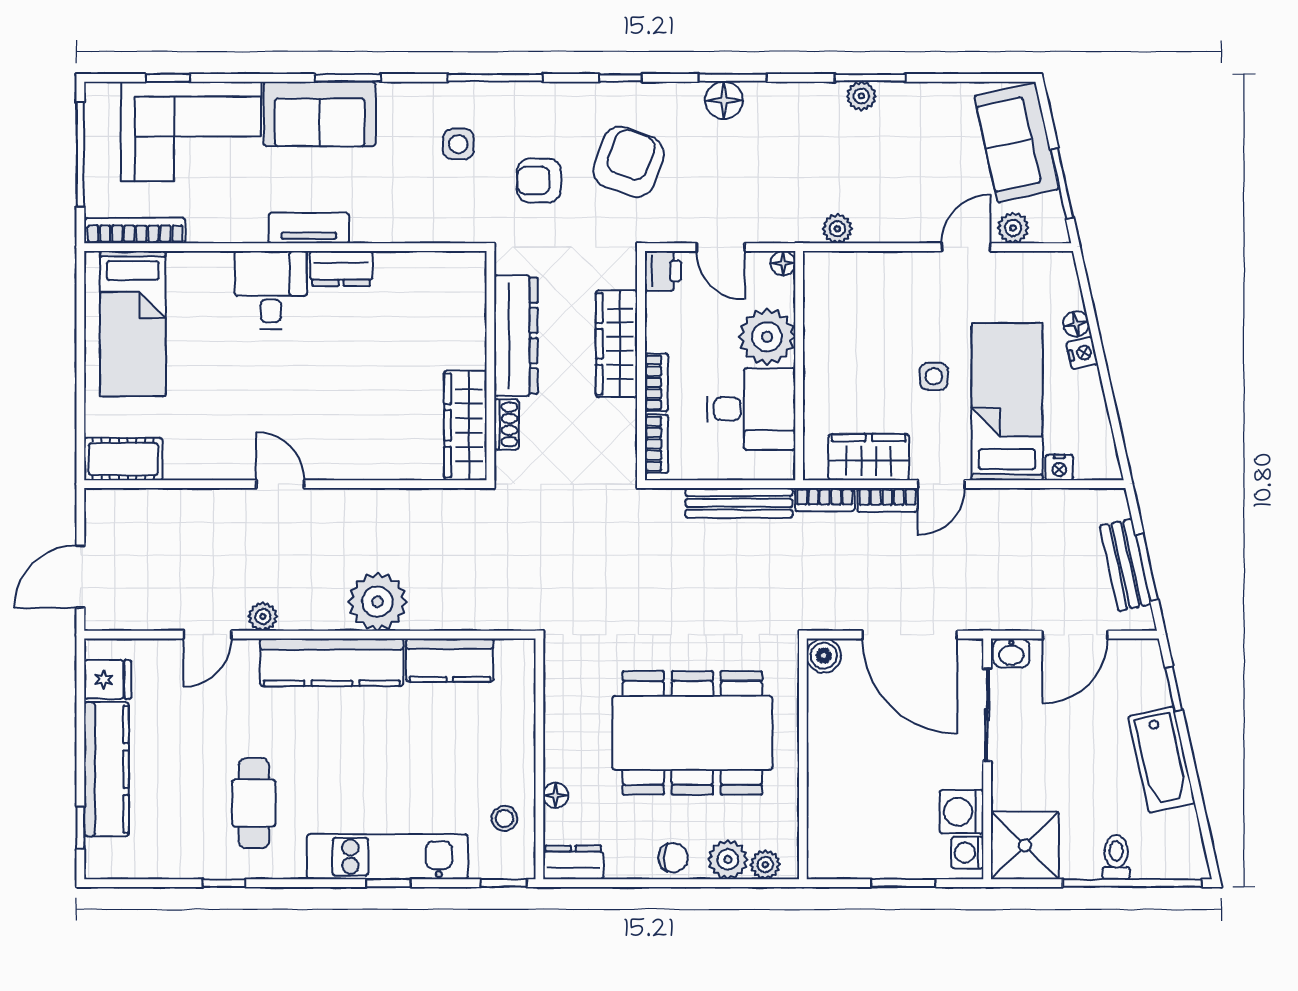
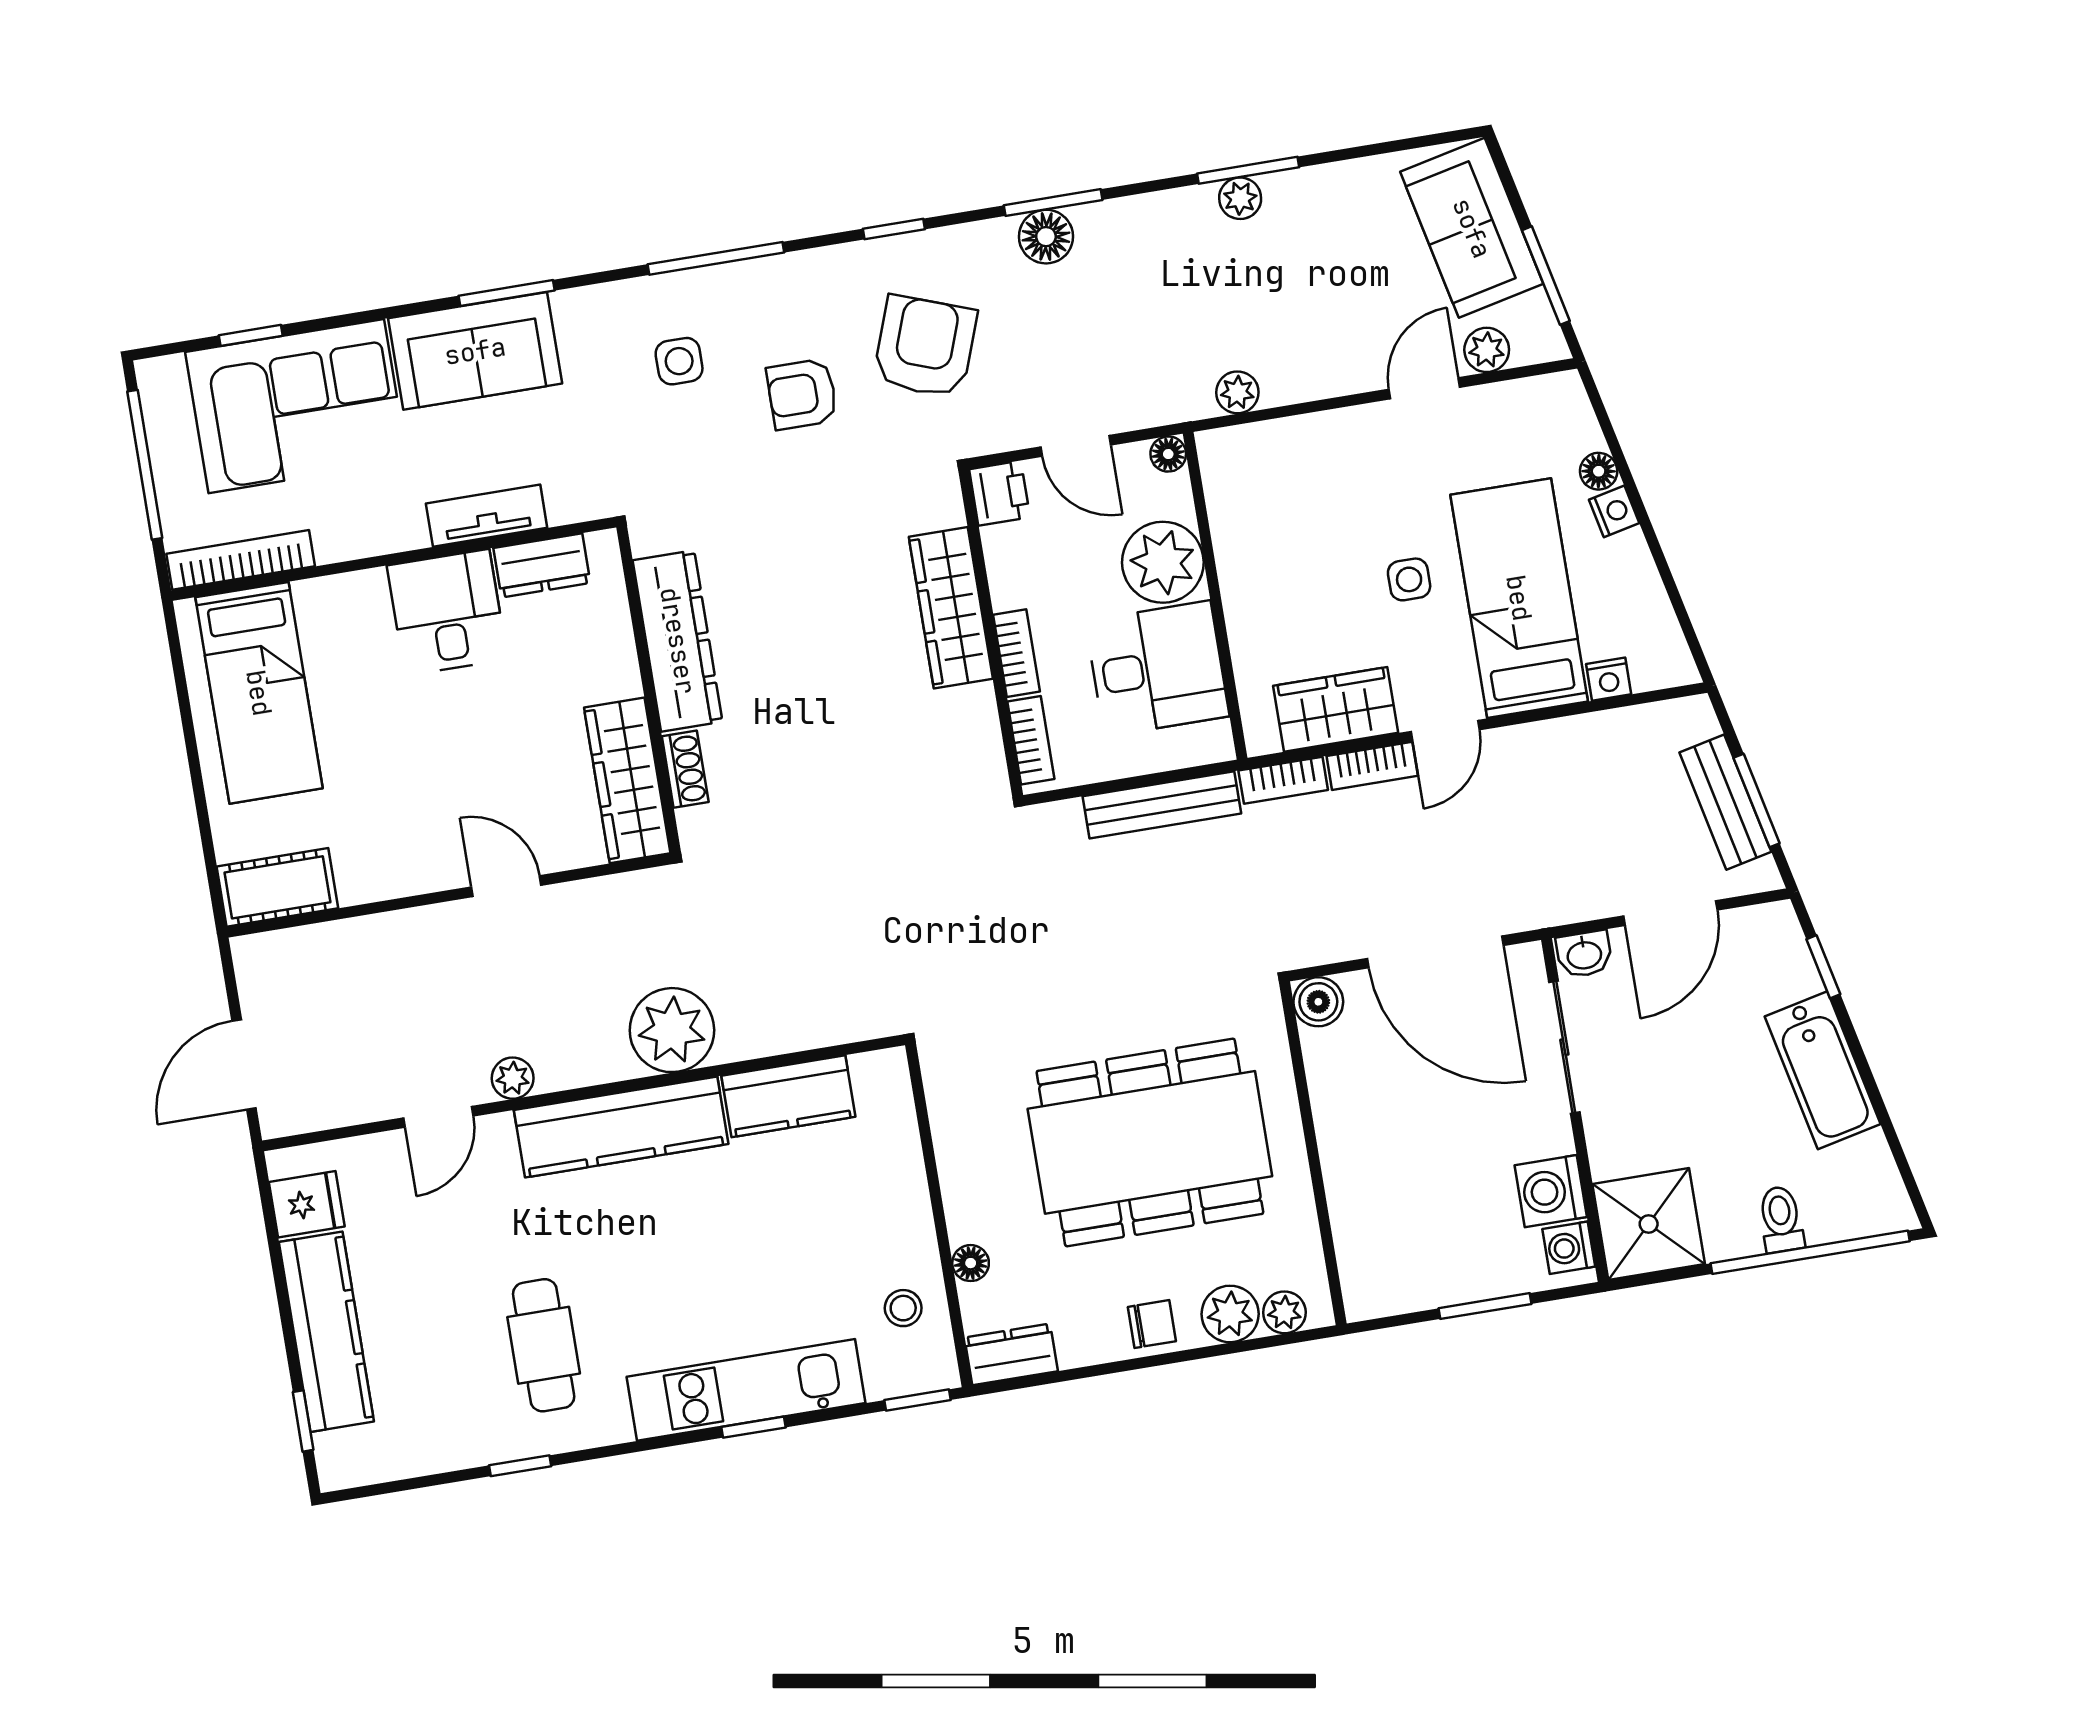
dresser: (516, 336) -> (678, 641), moved
wall: (490, 366) -> (649, 690), moved
shoe rack: (507, 424) -> (685, 769), moved
wardrobe: (465, 425) -> (627, 780), moved

